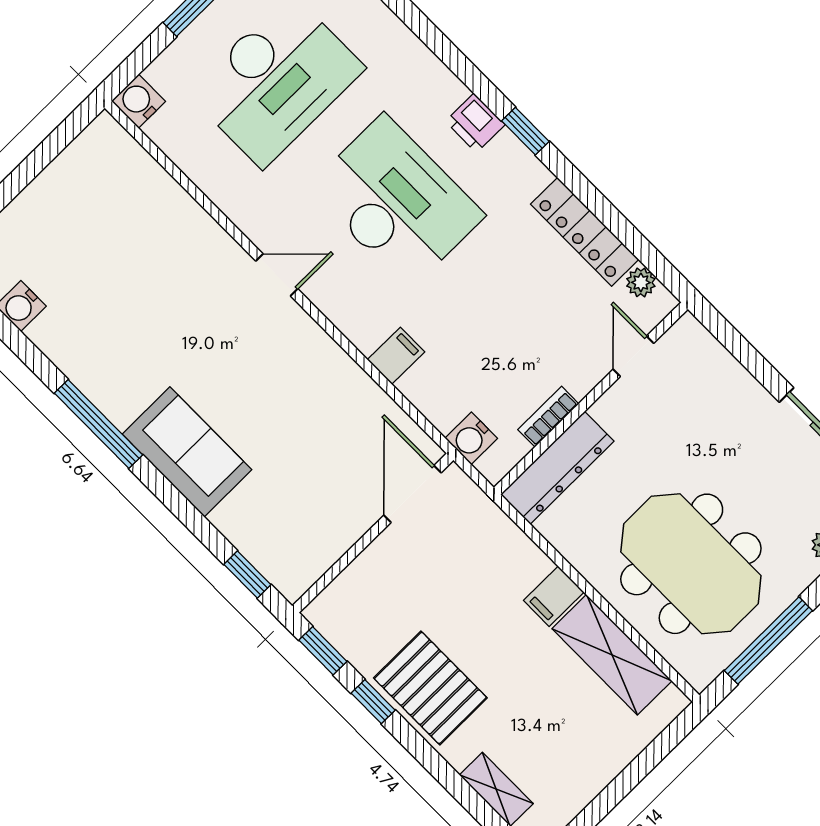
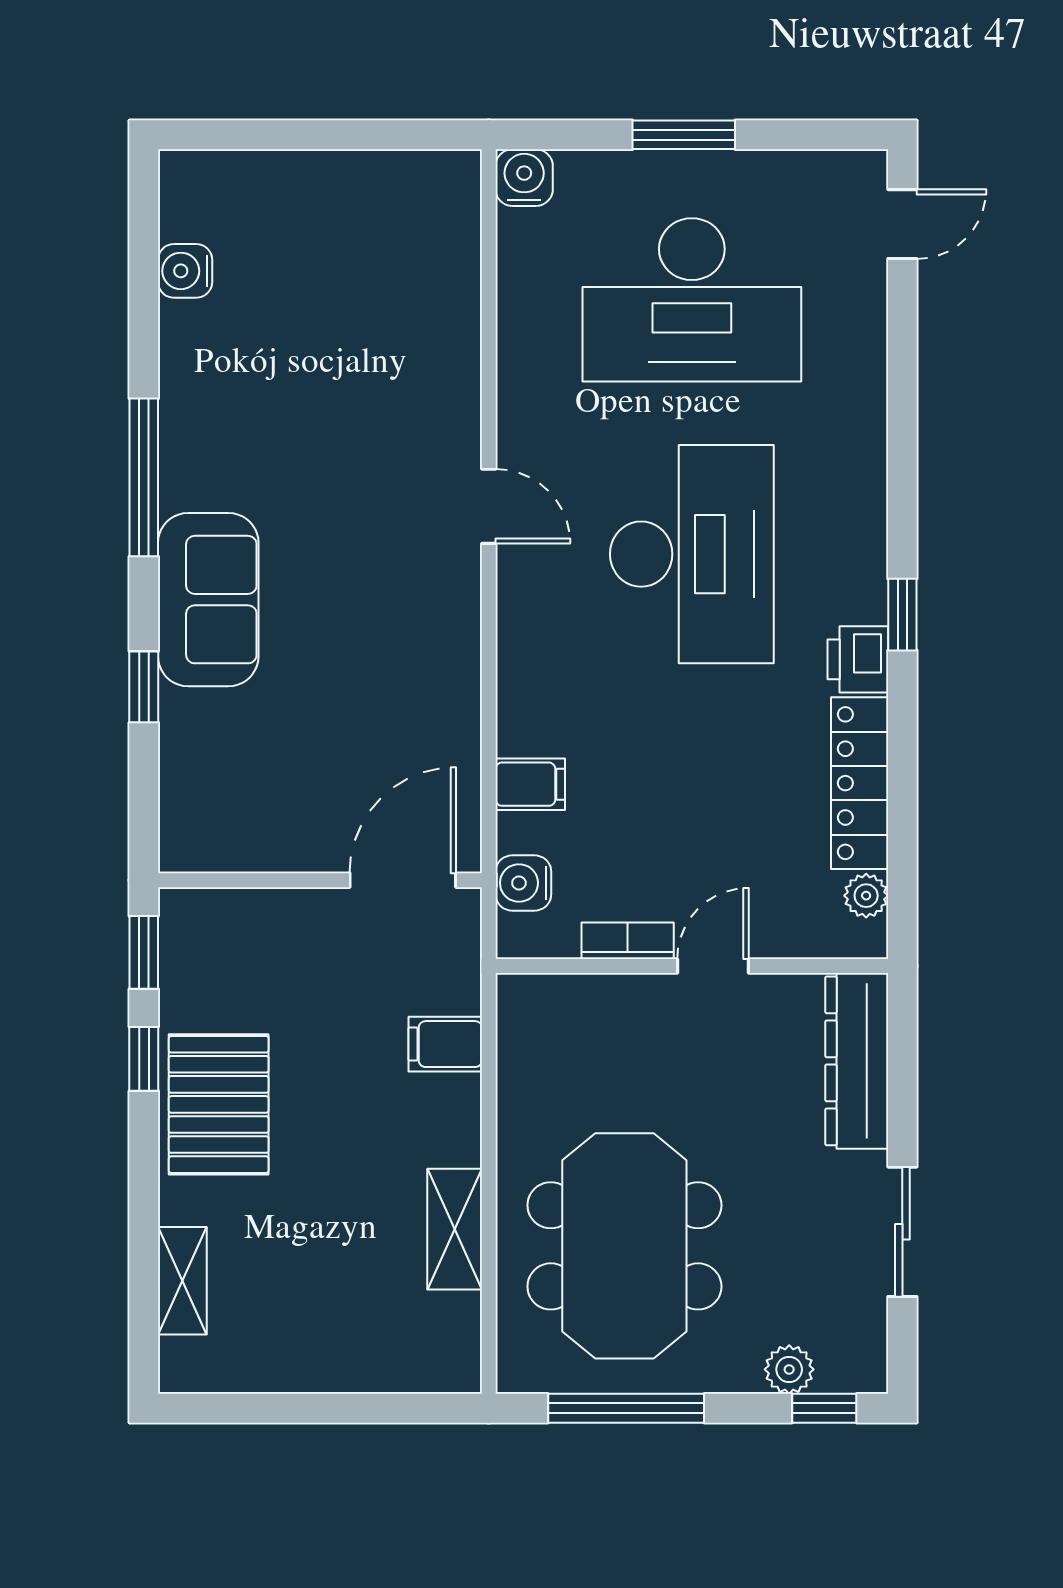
printer: (475, 123) -> (858, 659), moved
filing cabinet: (396, 356) -> (530, 784), moved
door: (633, 356) -> (713, 966), moved
dresser: (557, 468) -> (857, 1061), moved, turned 90
window: (247, 575) -> (144, 687), moved
filing cabinet: (554, 596) -> (445, 1044), moved
shelving: (612, 655) -> (455, 1229), width x0.67, depth x0.75

